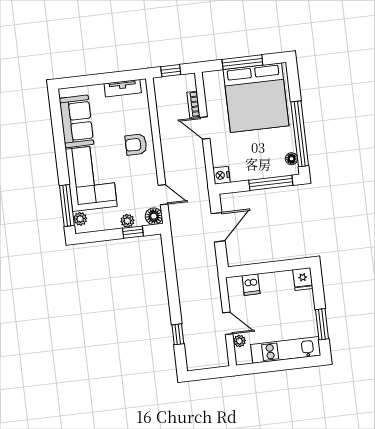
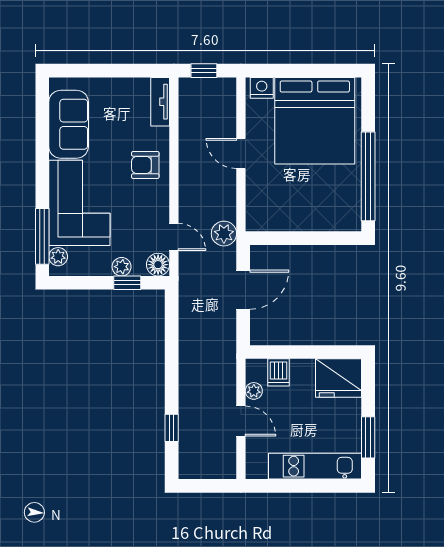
window: (242, 62) -> (302, 71), removed
tv unit: (123, 88) -> (160, 102), moved, turned 90
bookcase: (194, 104) -> (229, 120), removed
floor lamp: (292, 159) -> (353, 209), removed
nightstand: (221, 175) -> (262, 88), moved, turned 90
window: (271, 183) -> (321, 238), removed
plant: (199, 188) -> (224, 234), added
fridge: (303, 279) -> (339, 378), width x1.88, depth x1.34
plant: (239, 341) -> (254, 391), moved

